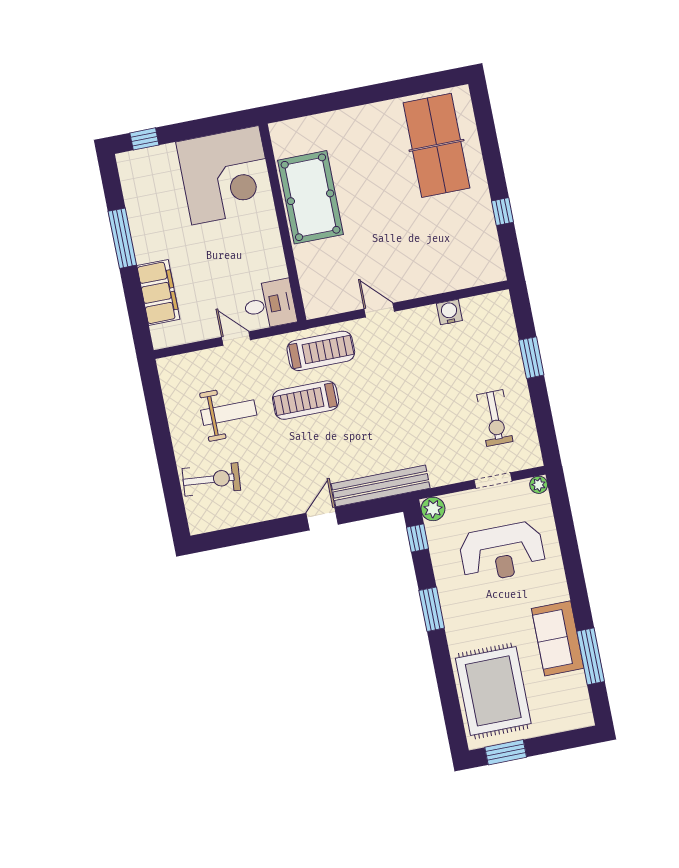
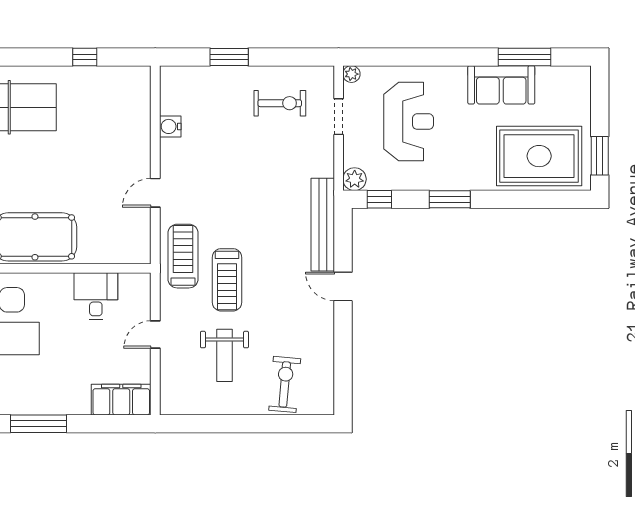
filing cabinet: (158, 292) -> (121, 400), moved
desk: (269, 304) -> (96, 296), moved
weight bench: (229, 413) -> (224, 355), turned 180

